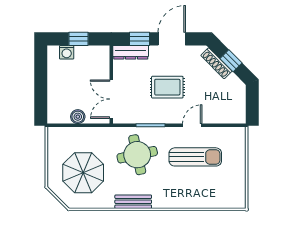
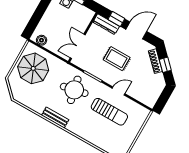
boiler: (78, 117) -> (42, 40), moved
parasol: (83, 173) -> (33, 68), moved

